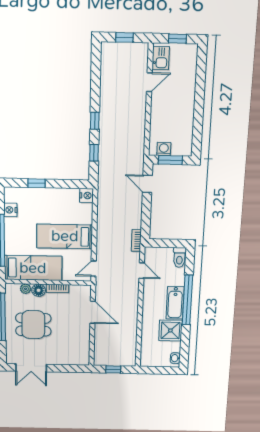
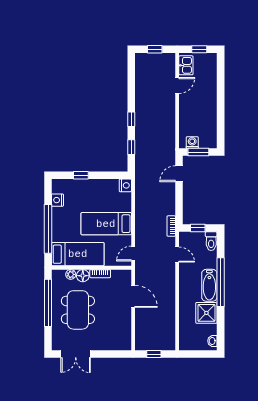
door: (147, 184) -> (179, 174), hinge flipped
window: (166, 243) -> (198, 228), added
dining table: (33, 325) -> (78, 310), width x1.38

